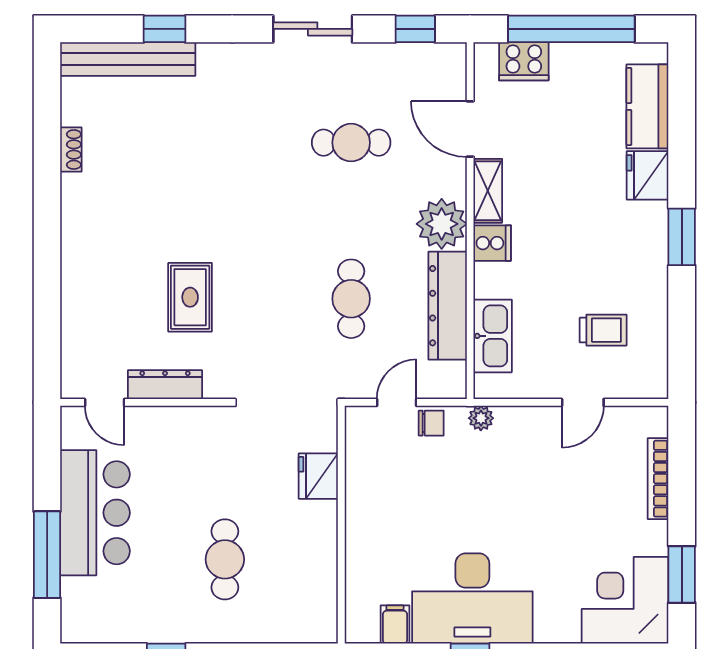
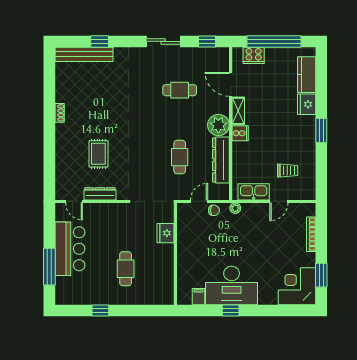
shoe rack: (71, 150) -> (60, 113), moved
rug: (190, 297) -> (98, 154), moved
kitchen sink: (493, 336) -> (254, 192), moved, turned -90

